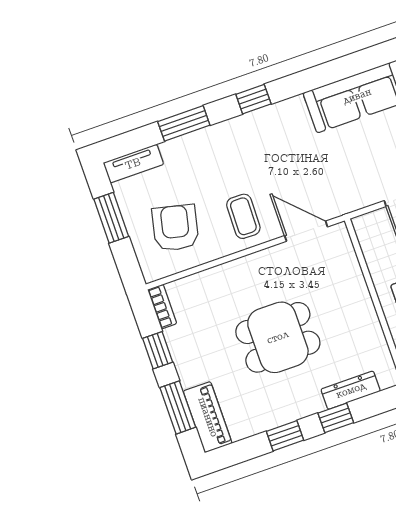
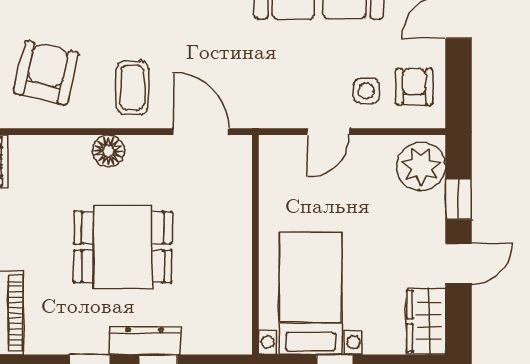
floor lamp: (242, 270) -> (108, 151), added
dresser: (351, 390) -> (145, 341), moved

